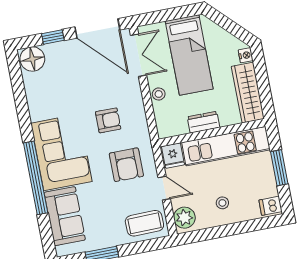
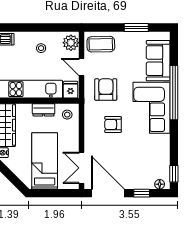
floor lamp: (32, 59) -> (160, 184), width x0.53, depth x0.53
window: (15, 71) -> (174, 174), added
stool: (159, 94) -> (67, 115), moved

